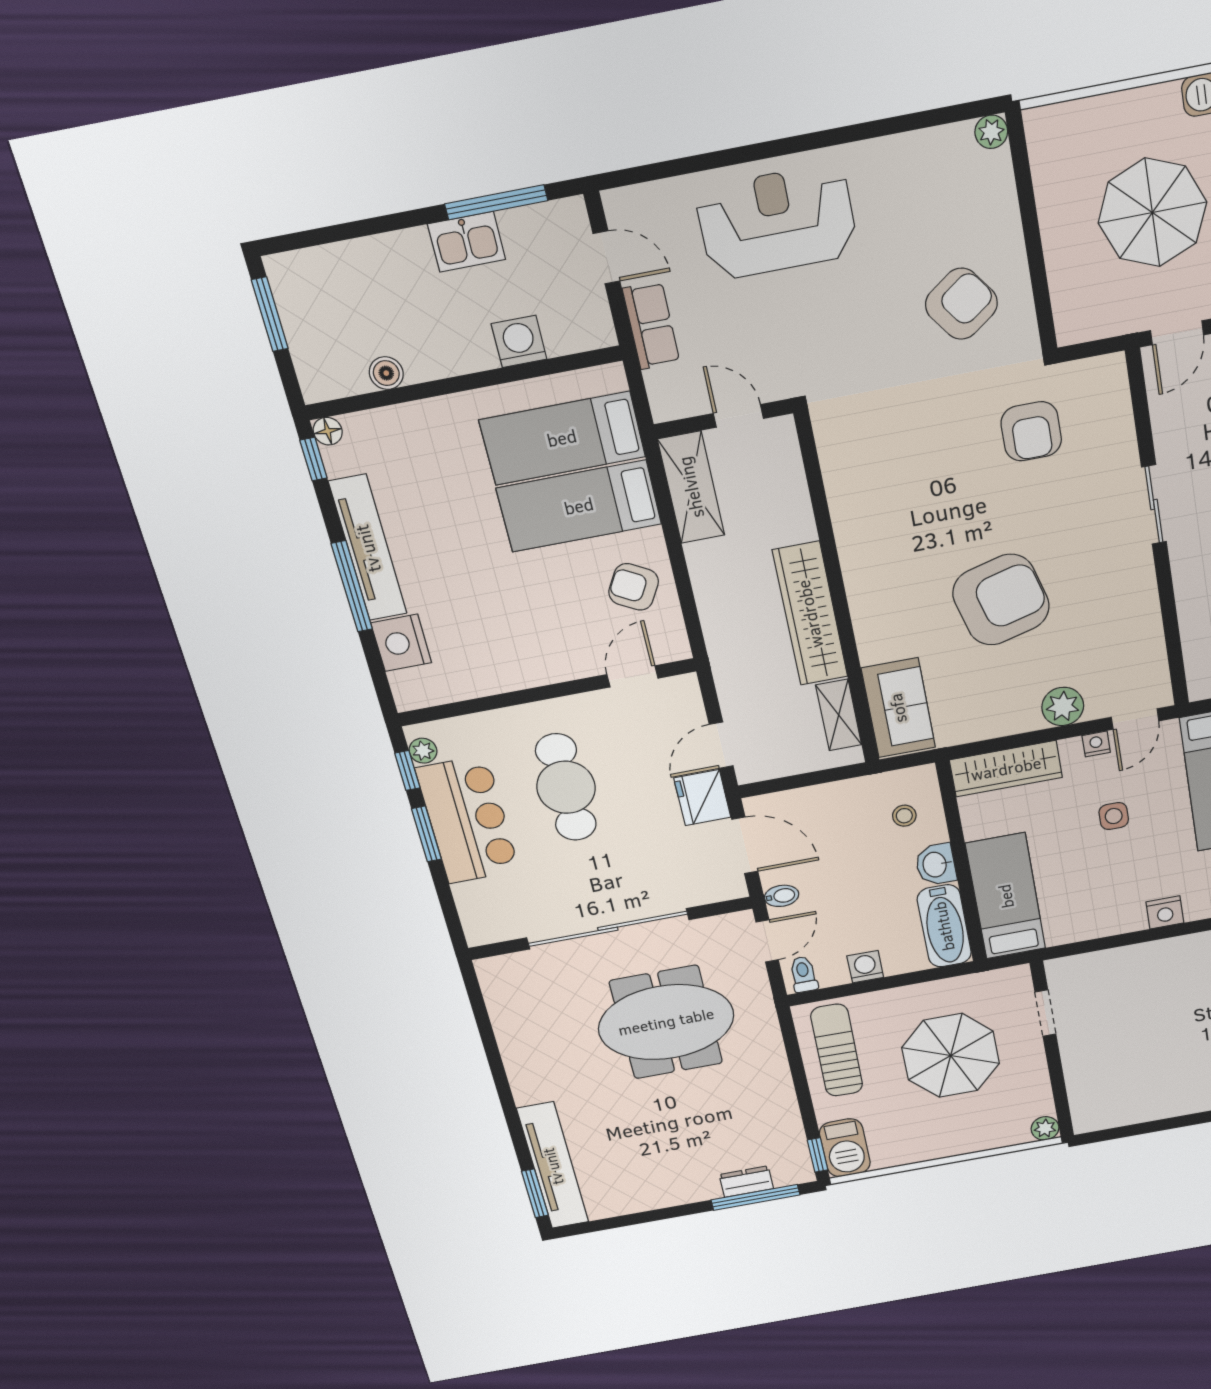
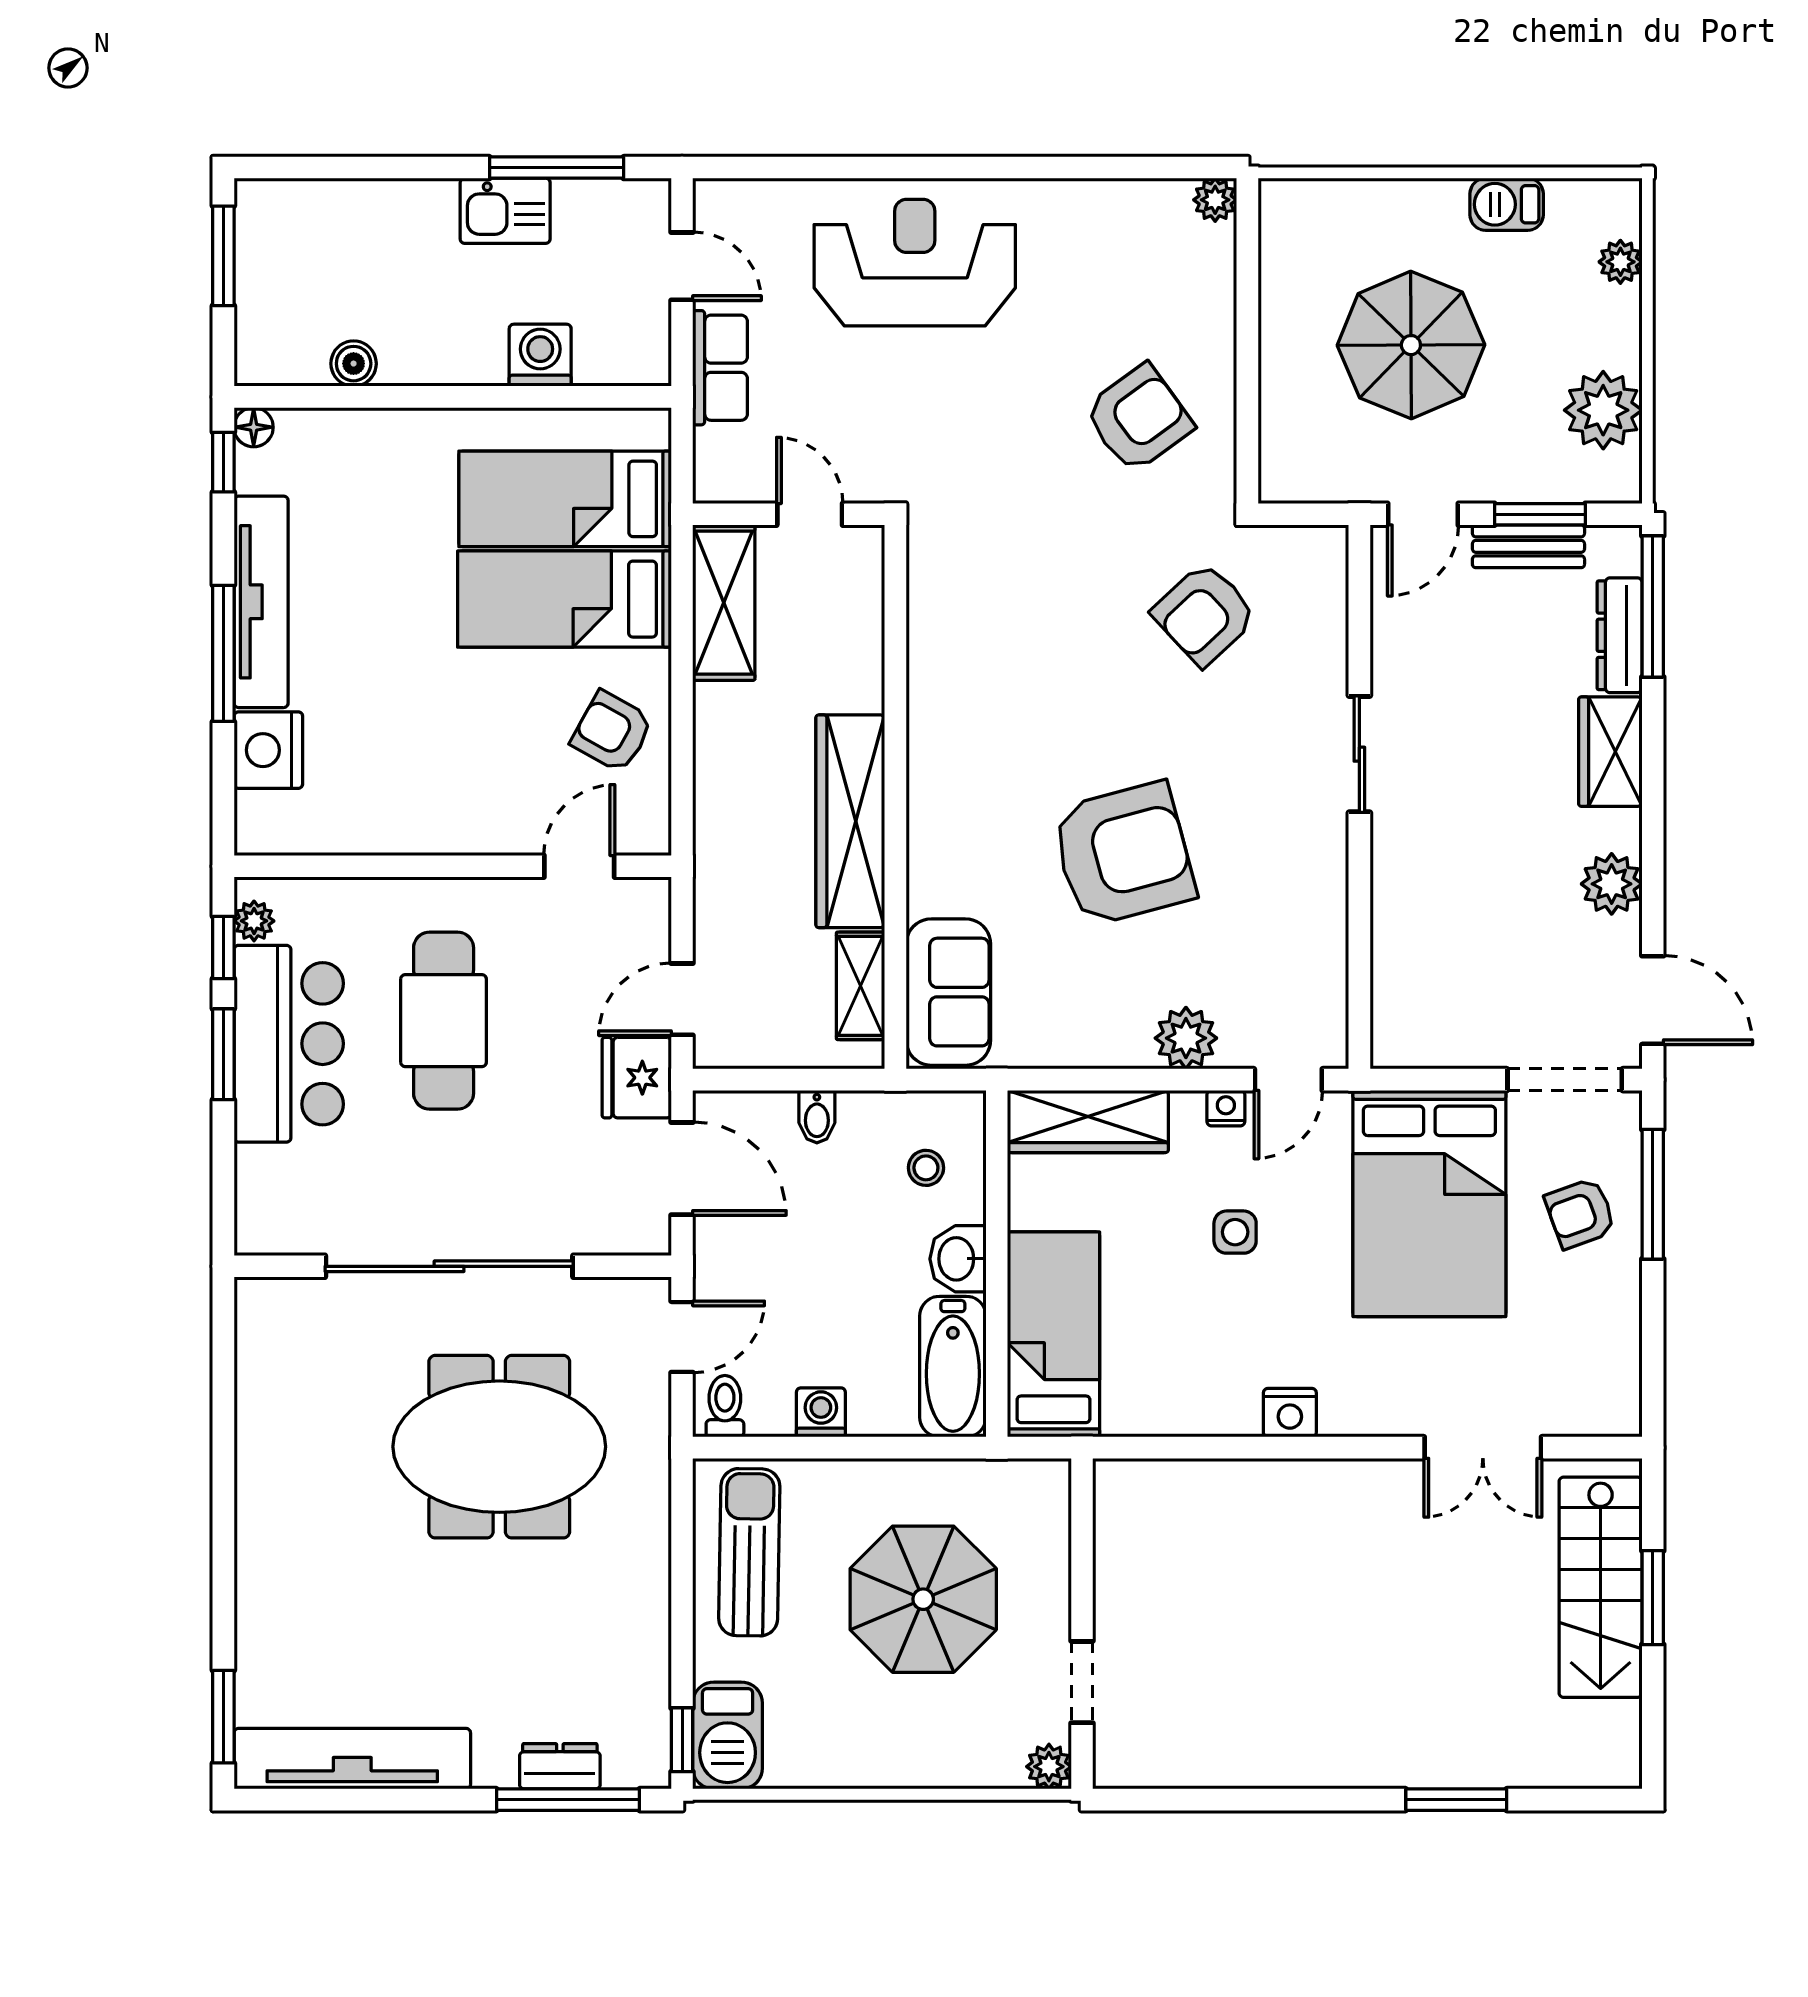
armchair: (1031, 431) -> (1204, 614), turned 47
bidet: (782, 896) -> (817, 1117), moved, turned 90
doorway: (1045, 1013) -> (1082, 1682), moved
tv unit: (553, 1166) -> (352, 1759), moved, turned -90

